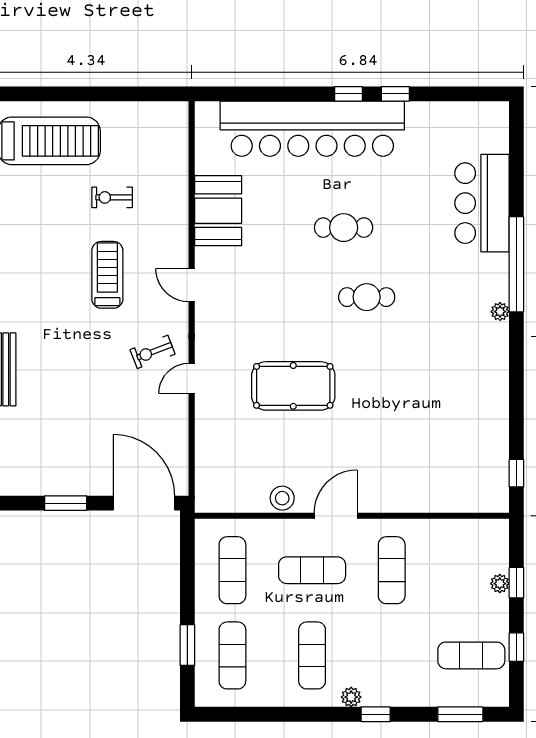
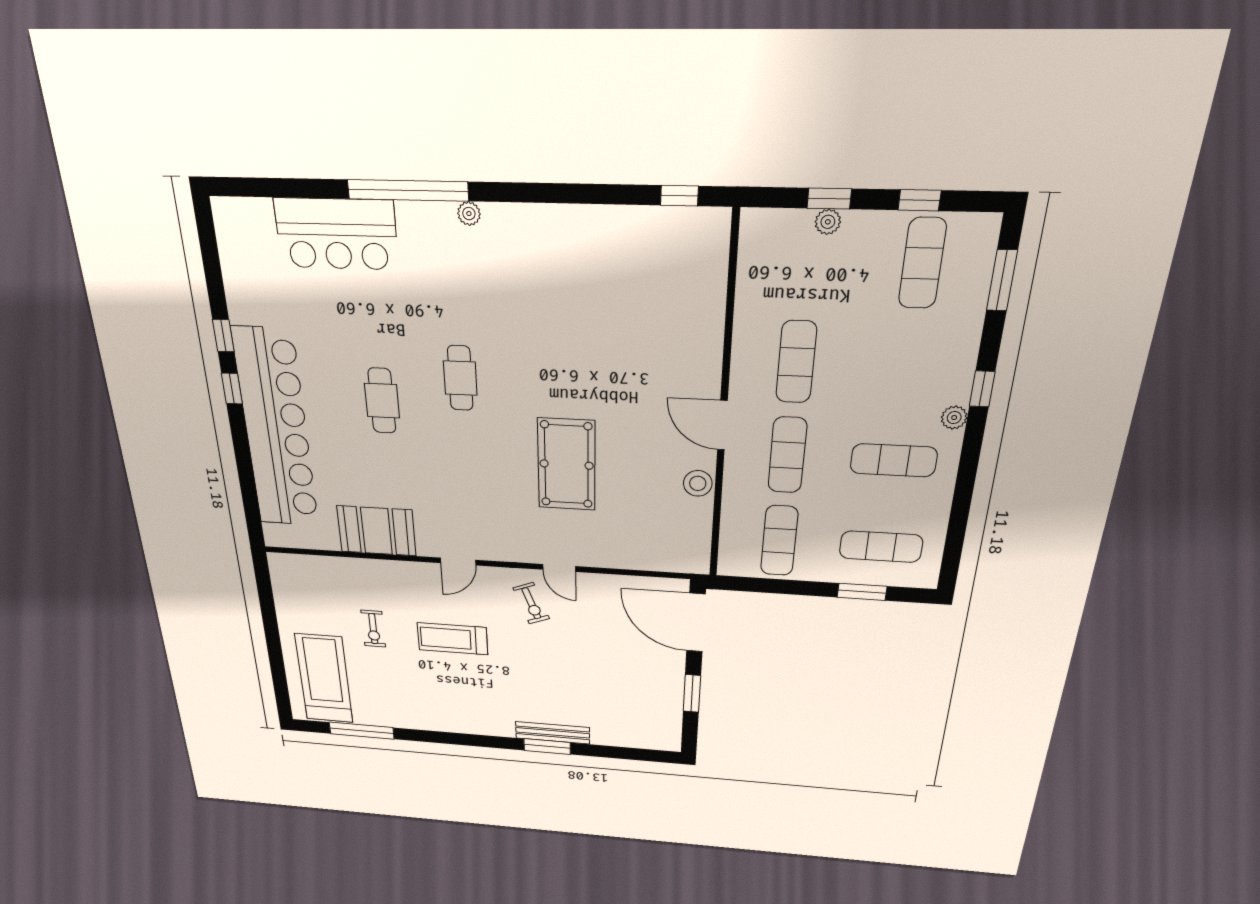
door: (144, 503) -> (696, 623), hinge flipped
exercise mat: (232, 570) -> (779, 541), turned 90
exercise mat: (392, 570) -> (796, 362), turned 90

